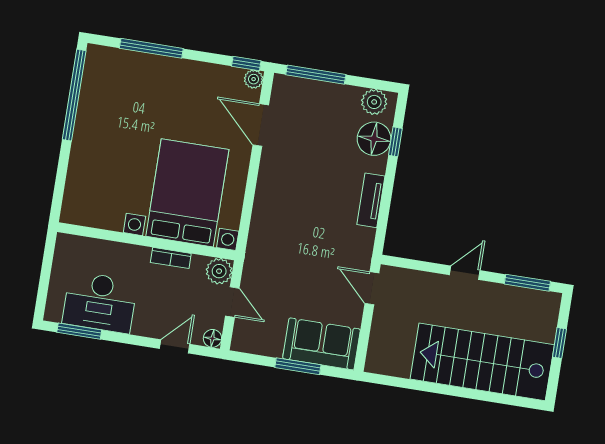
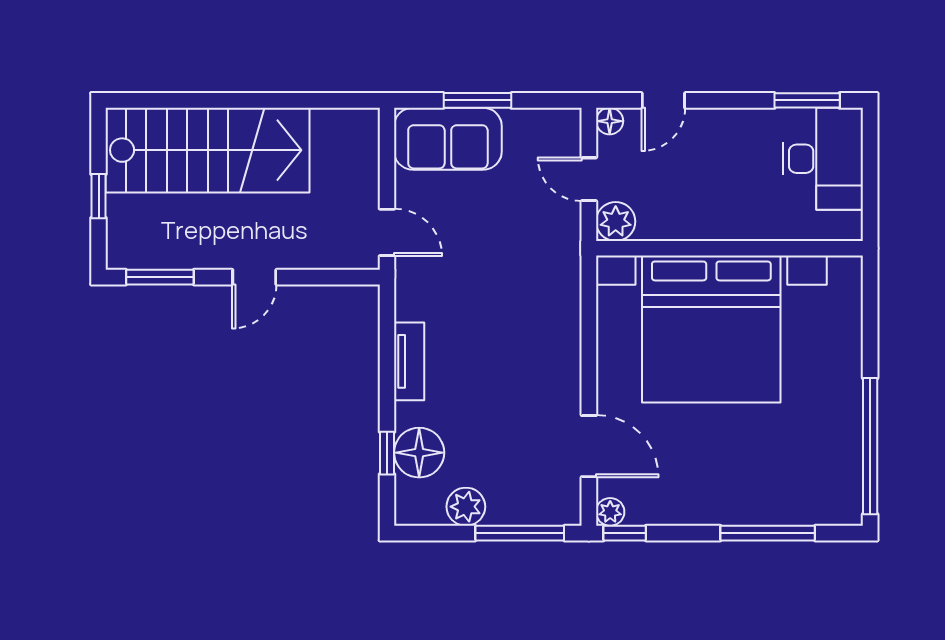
plant: (374, 102) -> (466, 507), moved
bed with nightstands: (187, 193) -> (711, 329), width x1.36
bookcase: (171, 258) -> (690, 230), removed
desk: (100, 302) -> (823, 159), moved, turned 90

